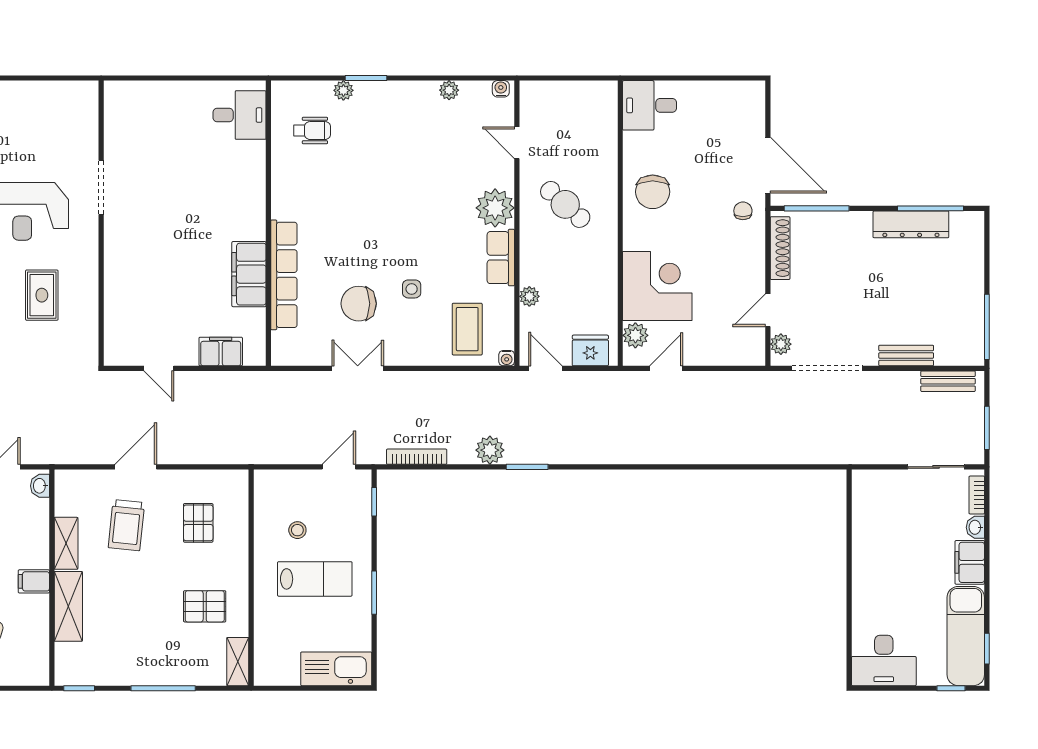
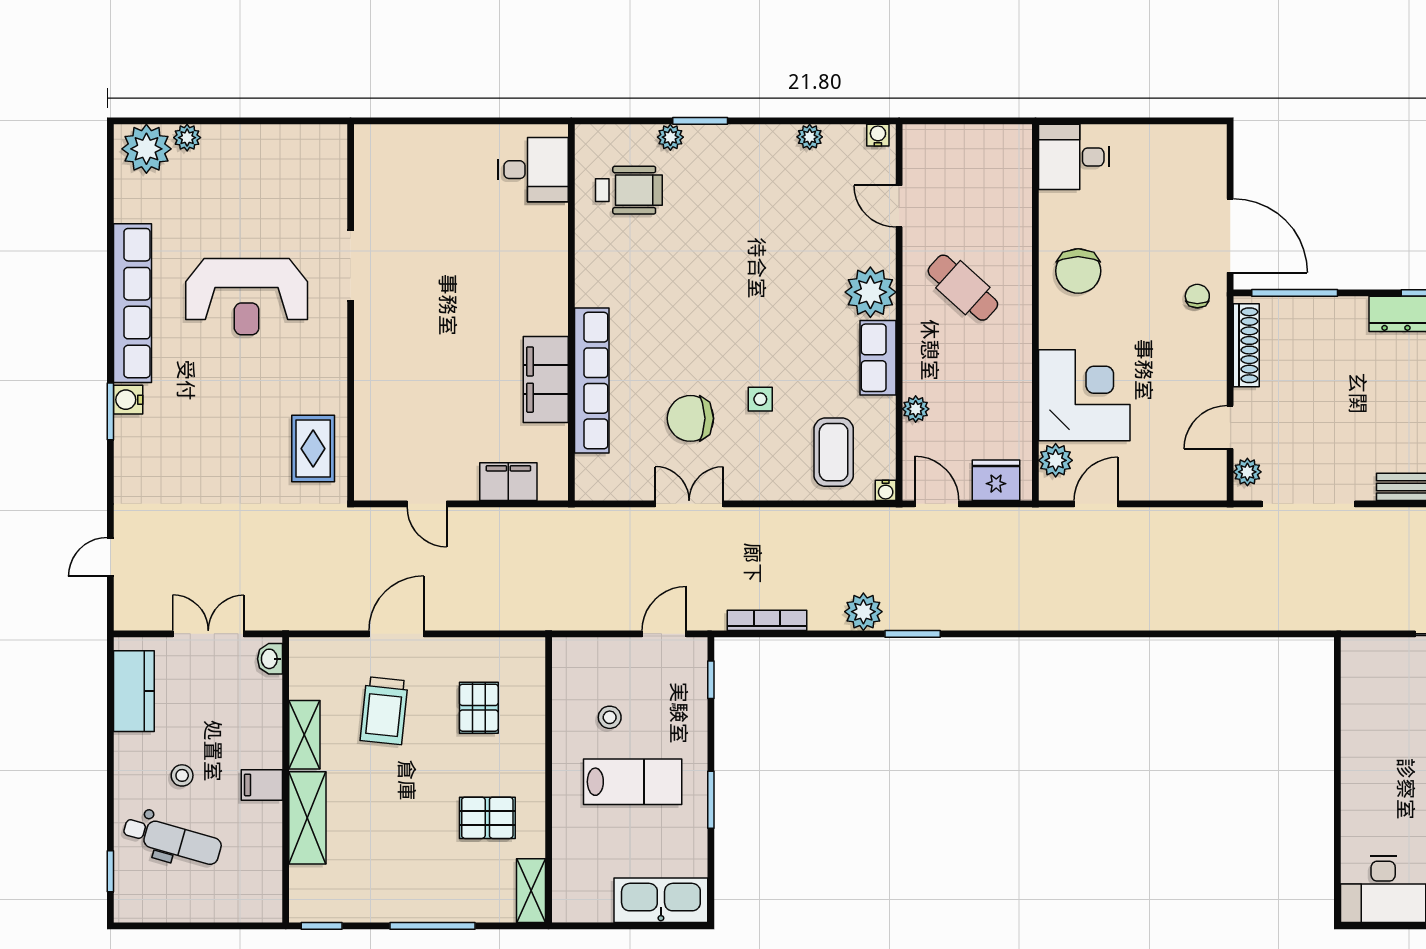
wheelchair: (312, 131) -> (629, 190), width x1.36, depth x1.37
rug: (42, 295) -> (313, 449), moved

